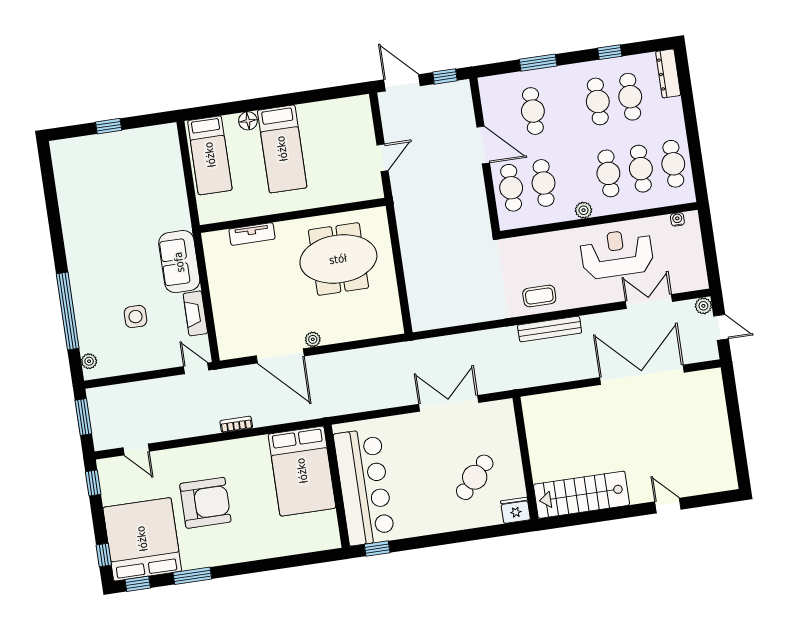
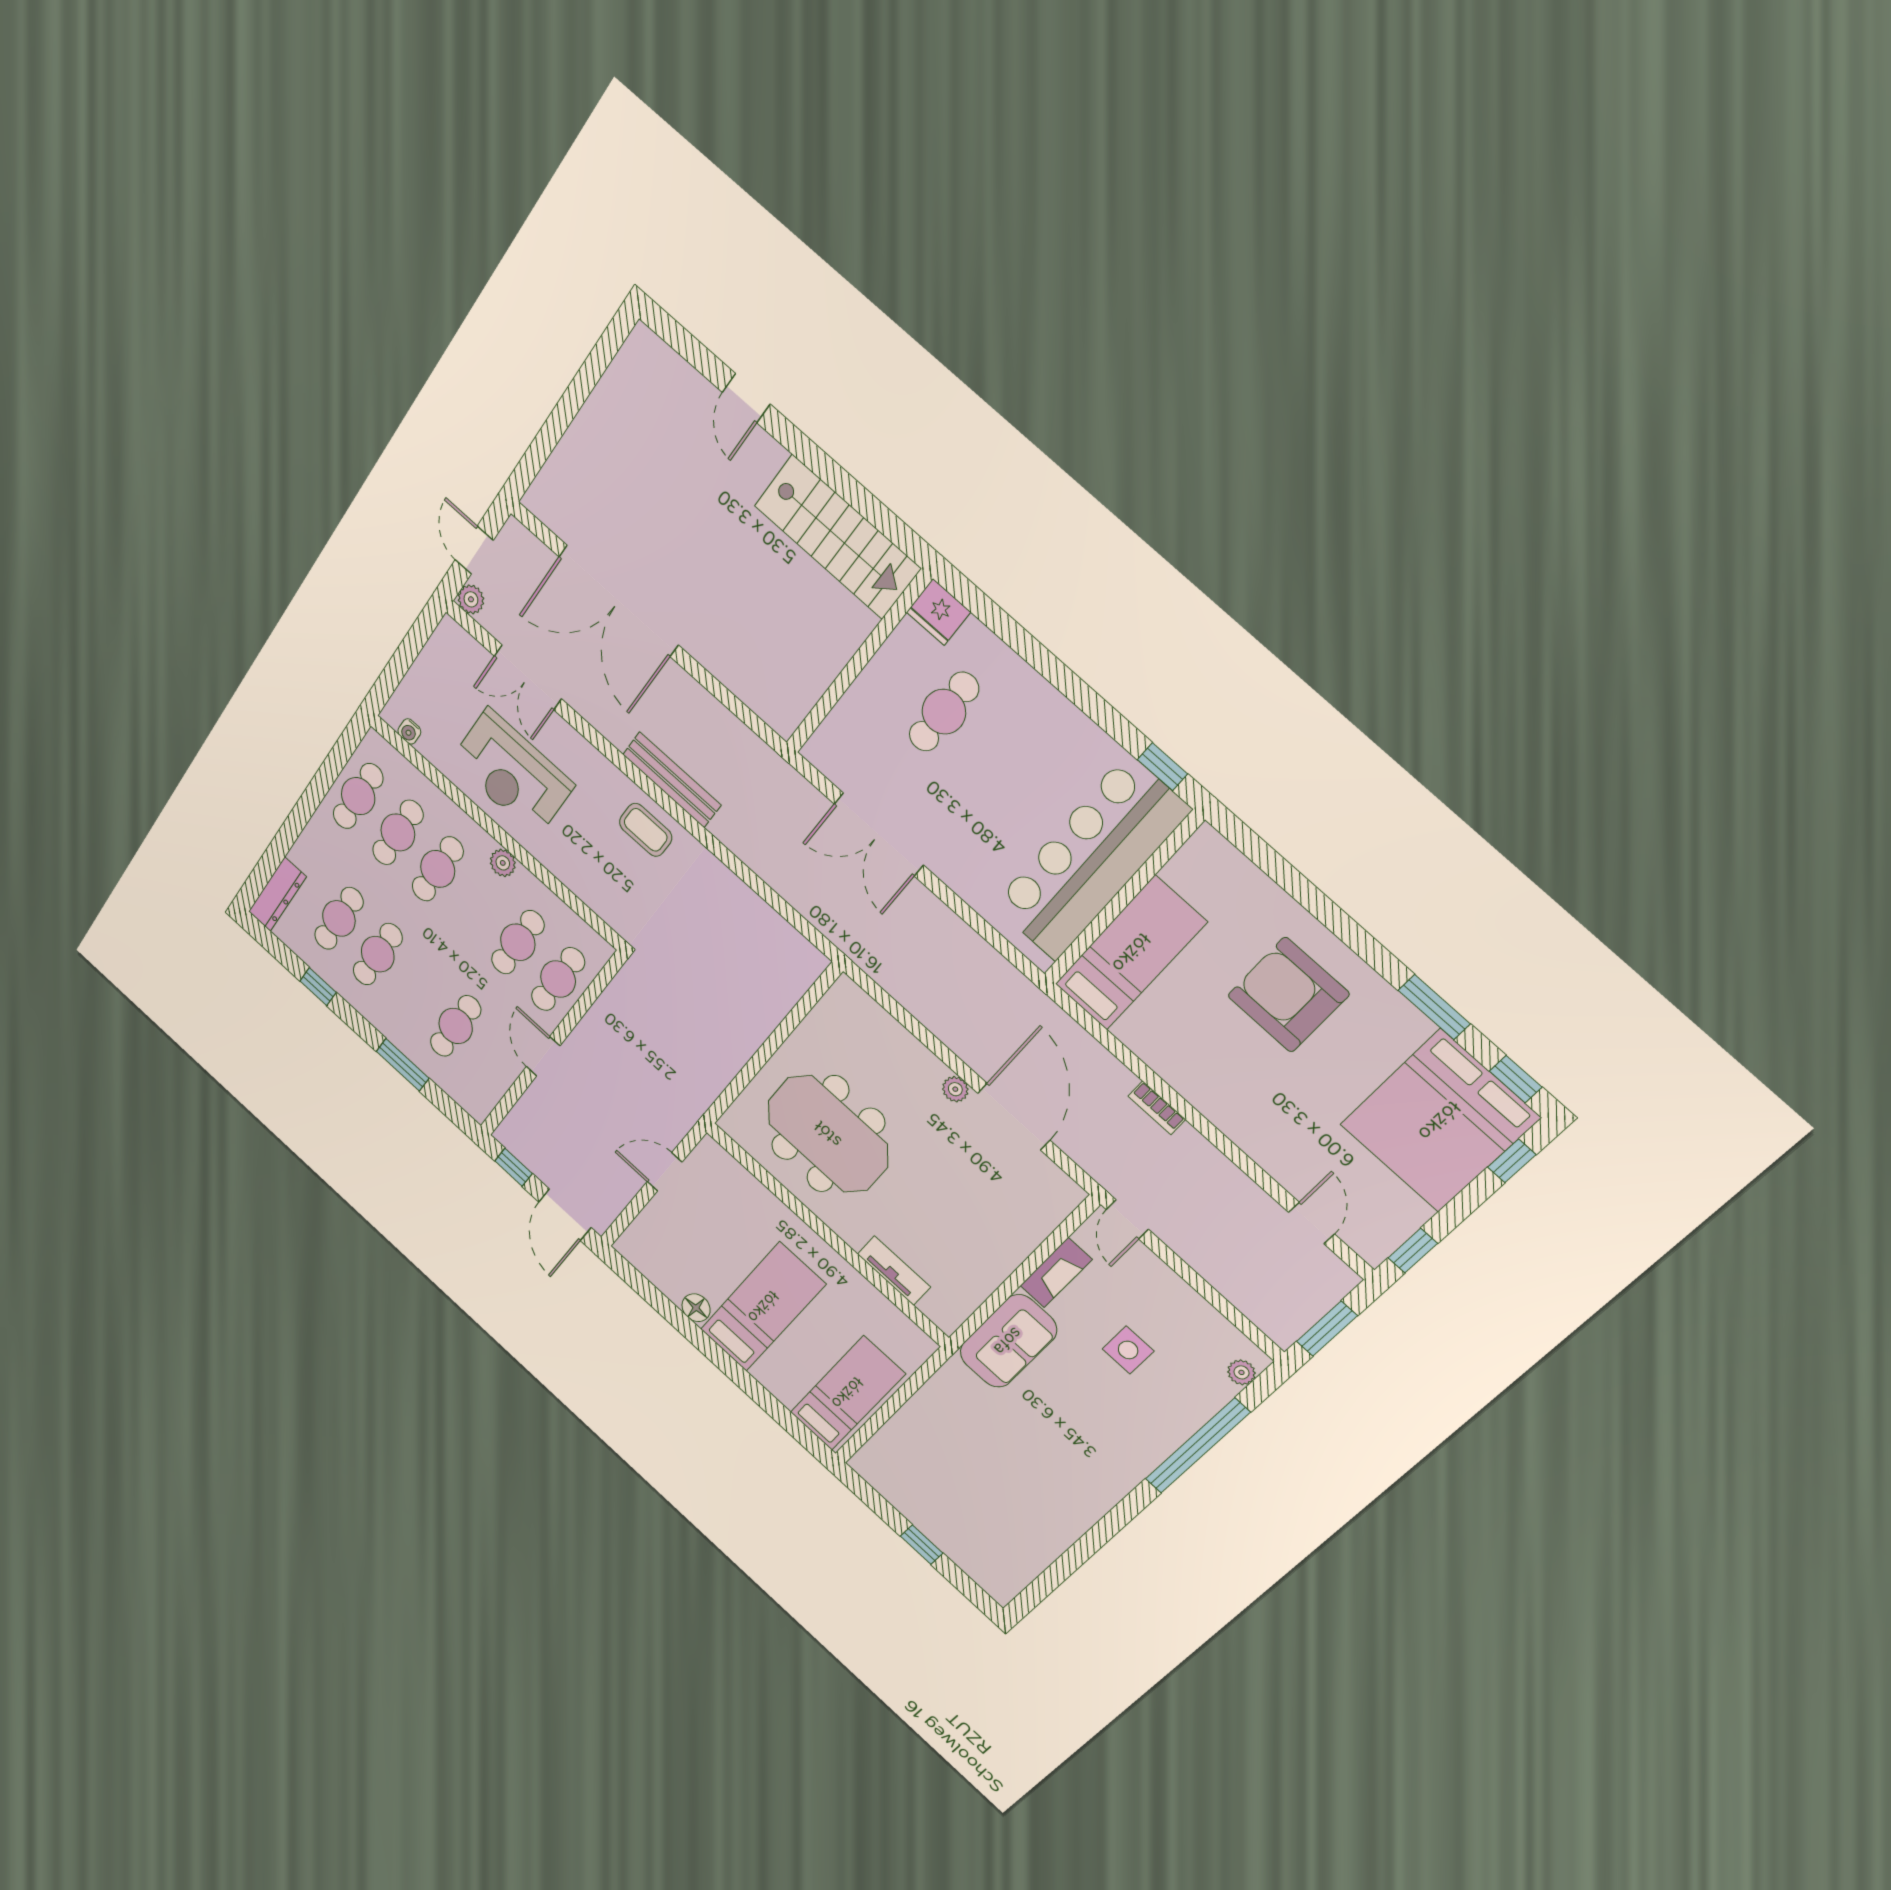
floor lamp: (248, 121) -> (696, 1308), moved
door: (483, 145) -> (543, 1056), width x0.73
bed: (302, 471) -> (1131, 953), width x0.67
cafe table: (475, 477) -> (944, 712), turned -43
armchair: (205, 503) -> (1288, 995), moved

